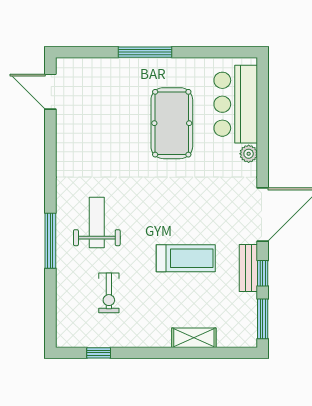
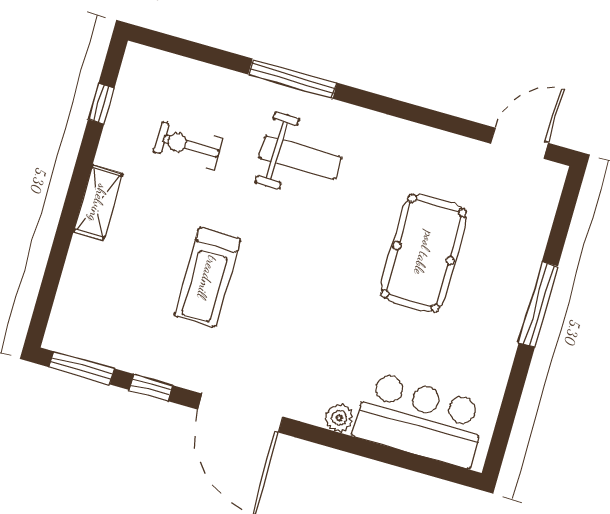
pool table: (172, 123) -> (424, 253), moved, turned 90
bench: (248, 268) -> (165, 368), removed
shelving: (194, 338) -> (98, 203), moved

